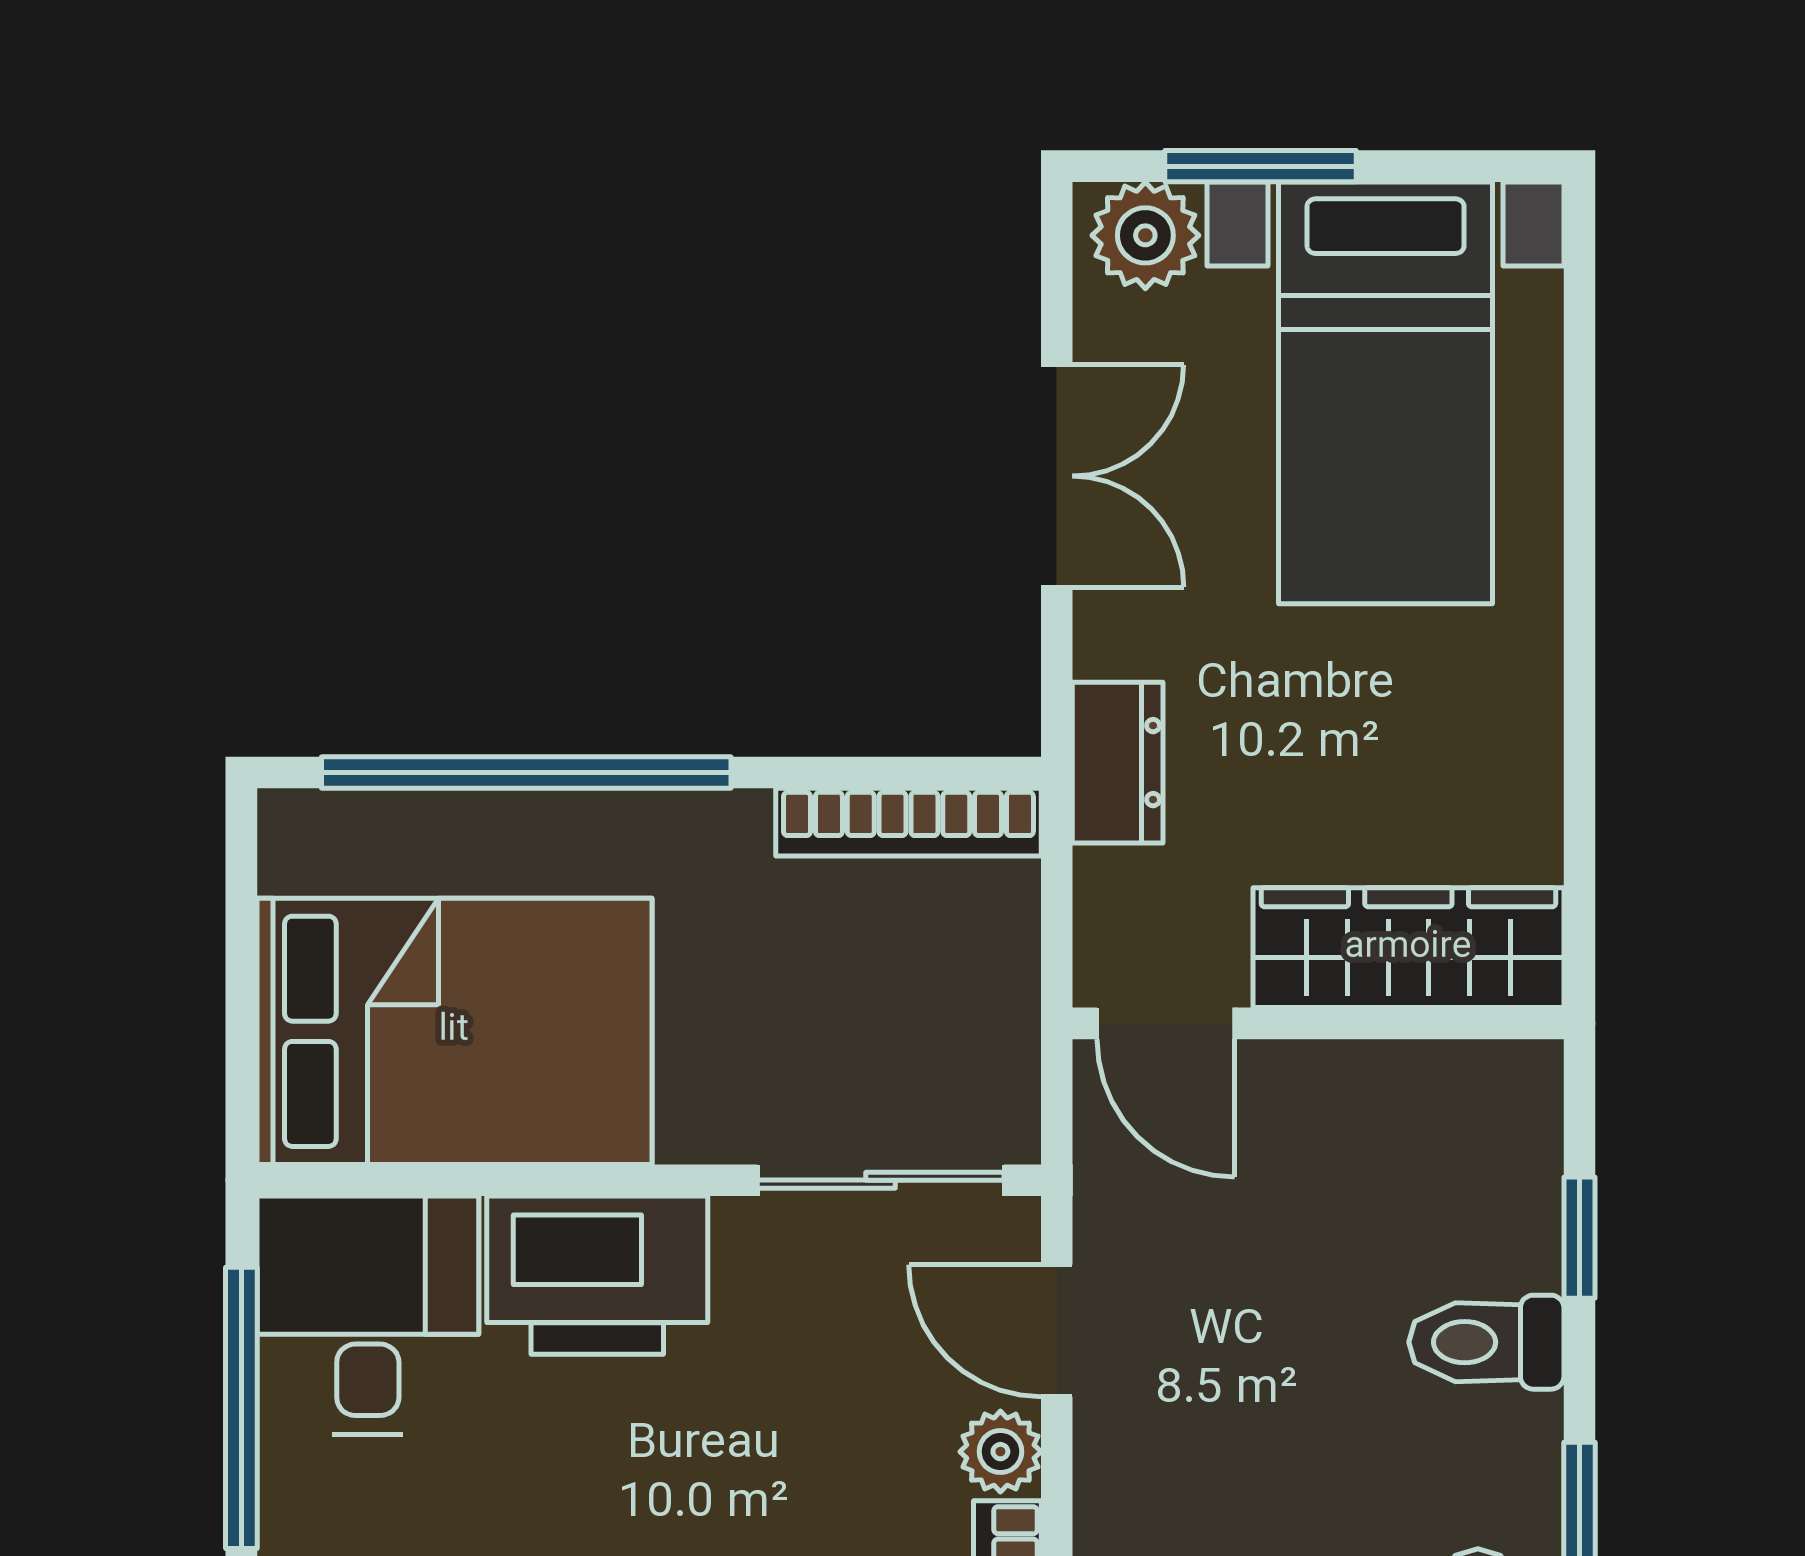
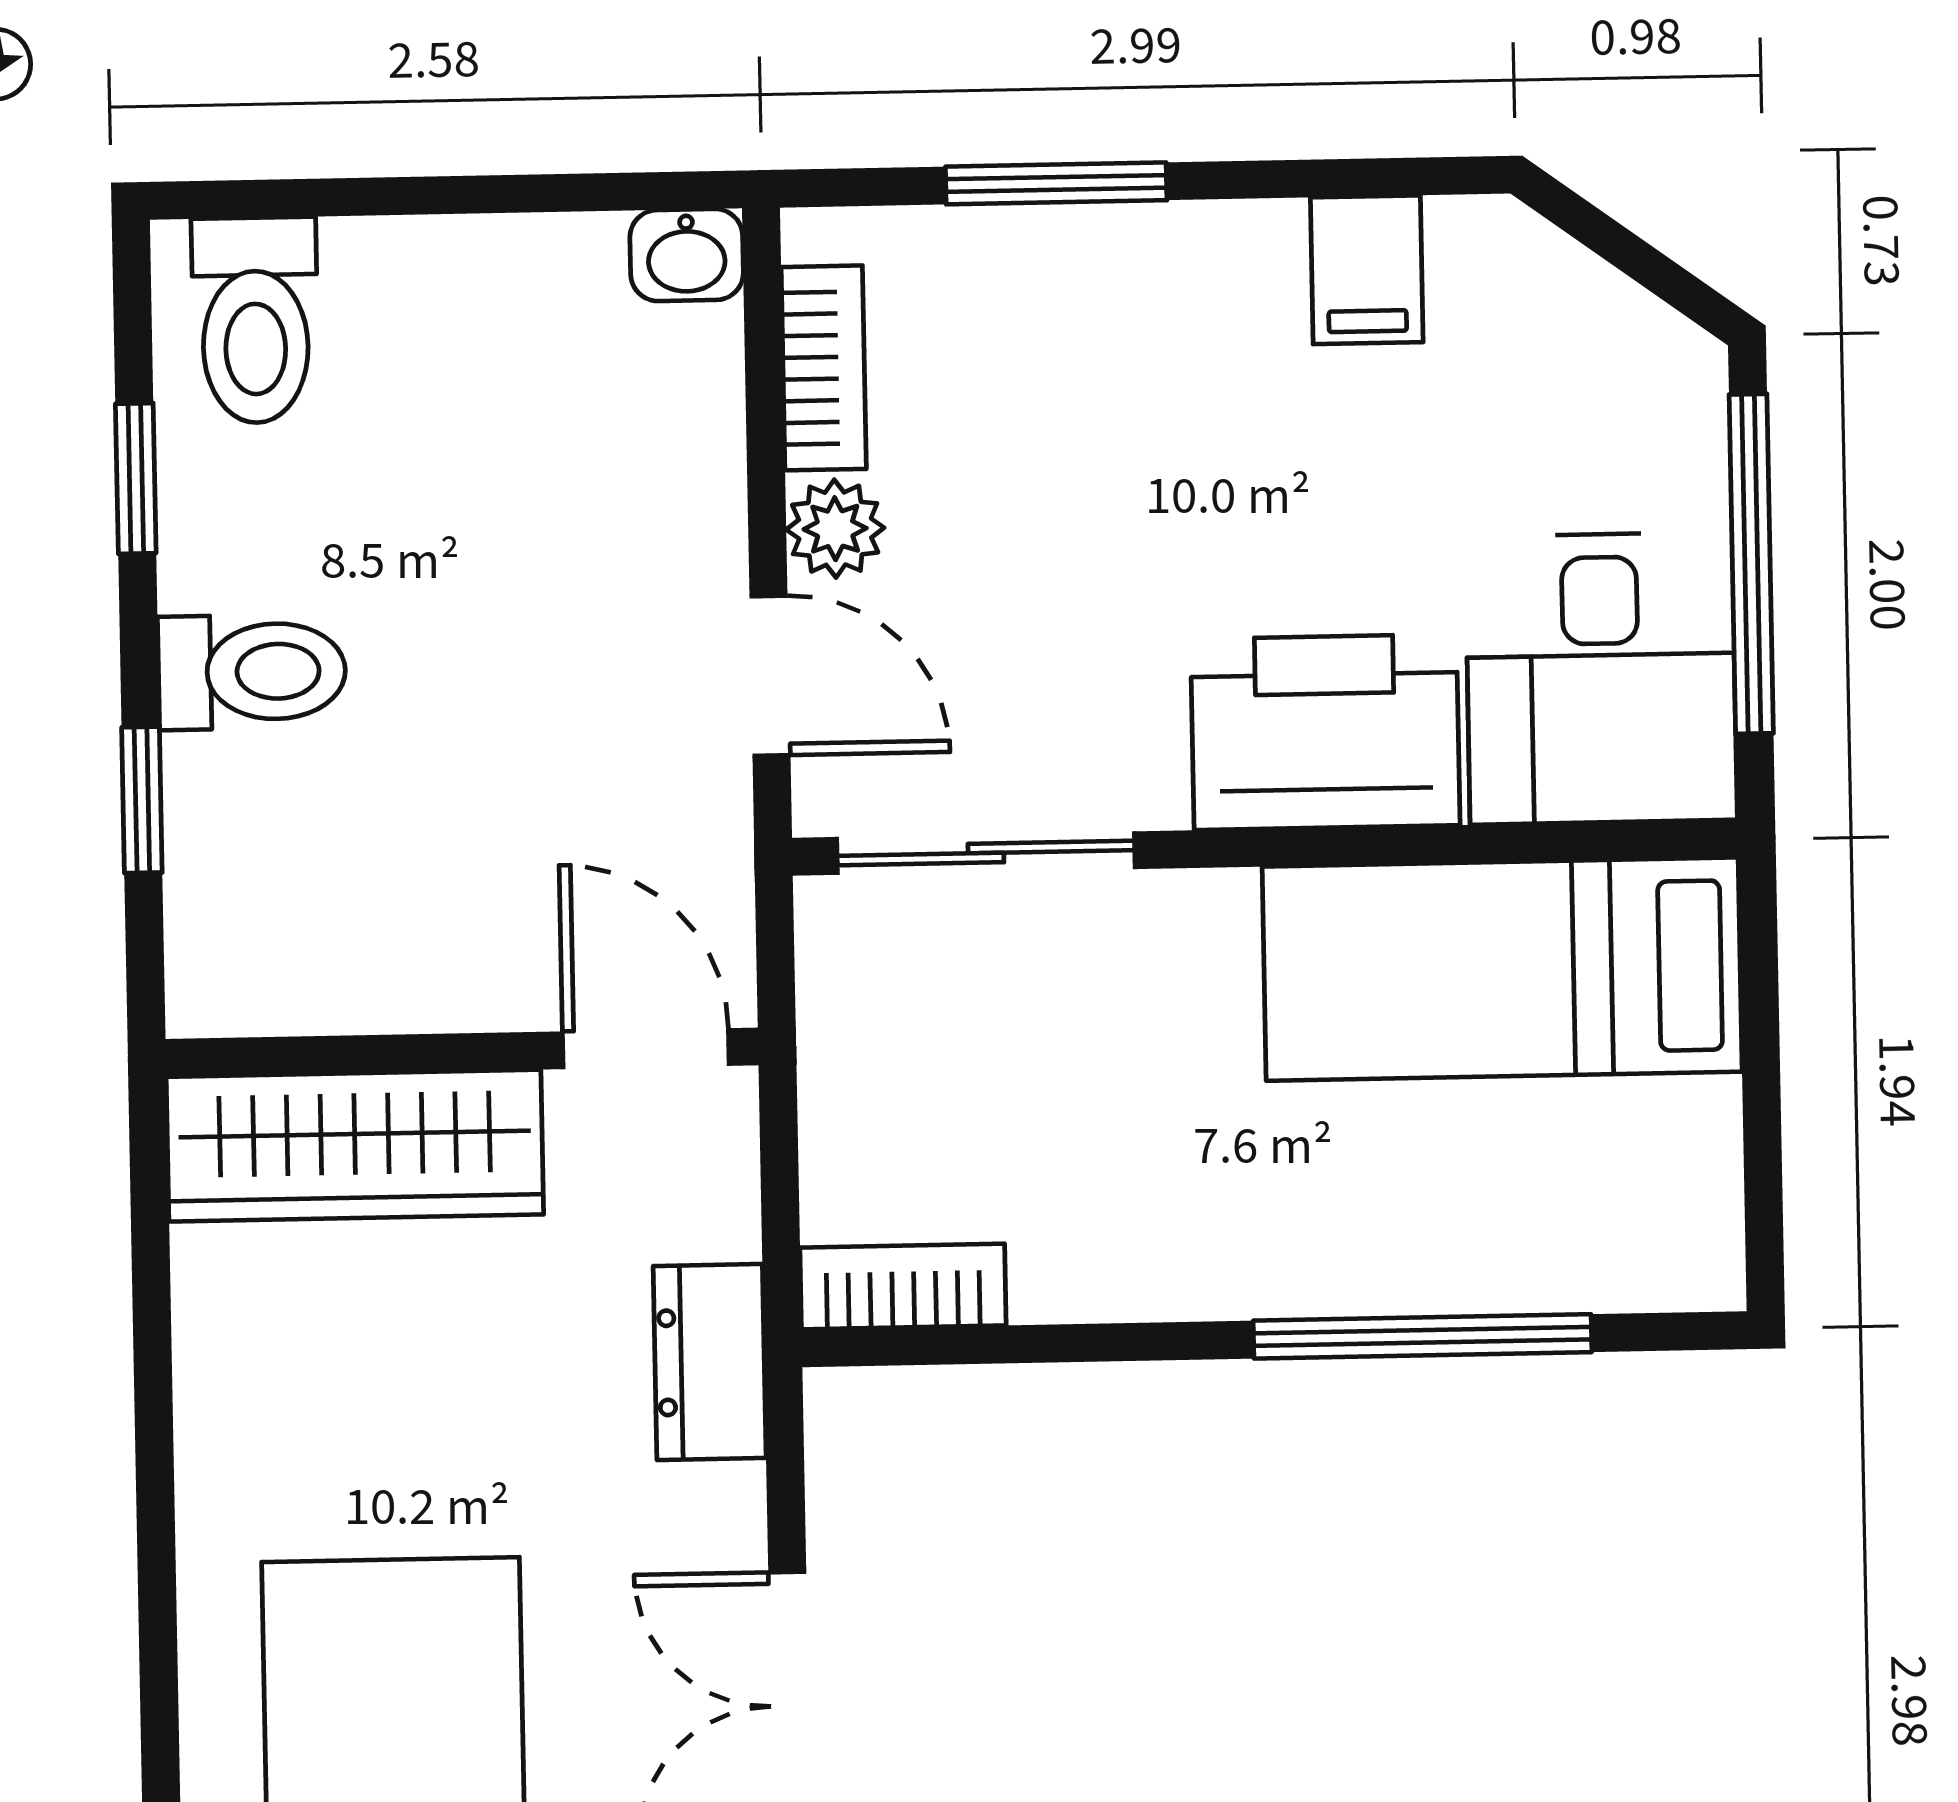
window: (526, 772) -> (1423, 1336), width x0.68
bookcase: (908, 822) -> (903, 1286), width x0.64
bed: (454, 1031) -> (1502, 969), width x0.67

